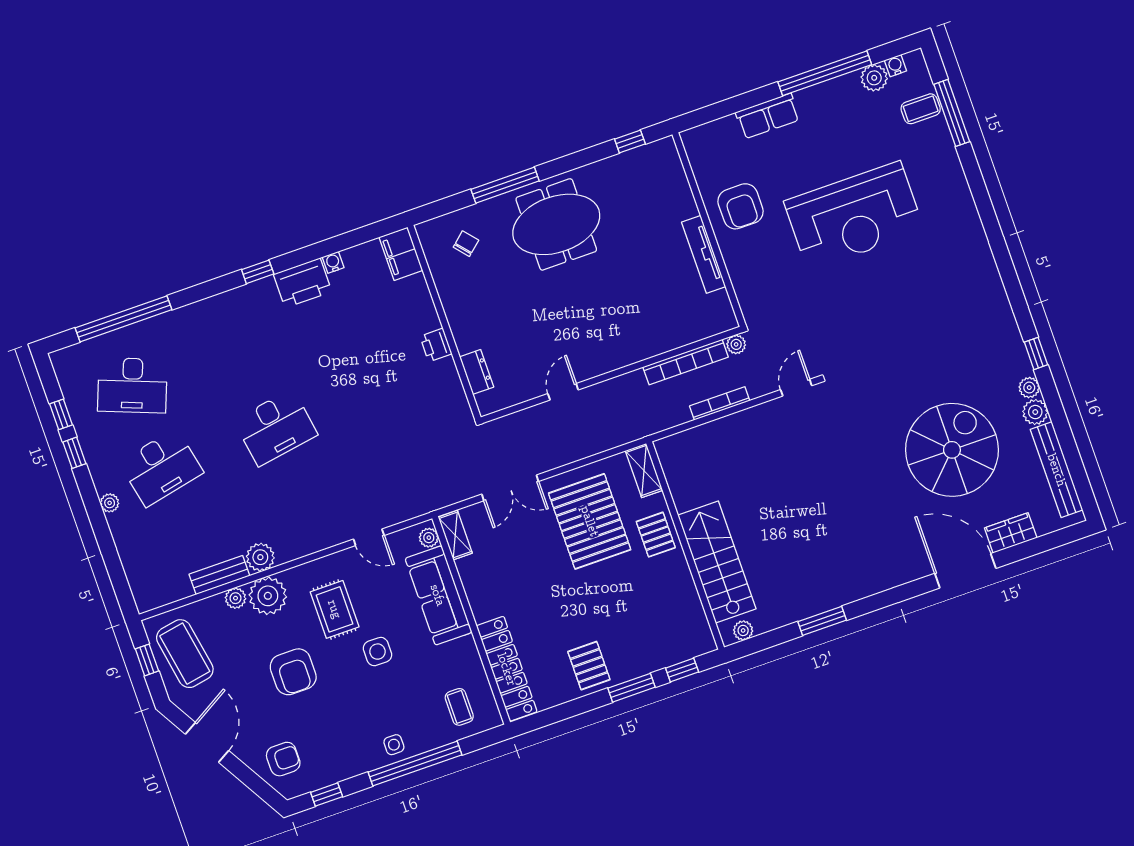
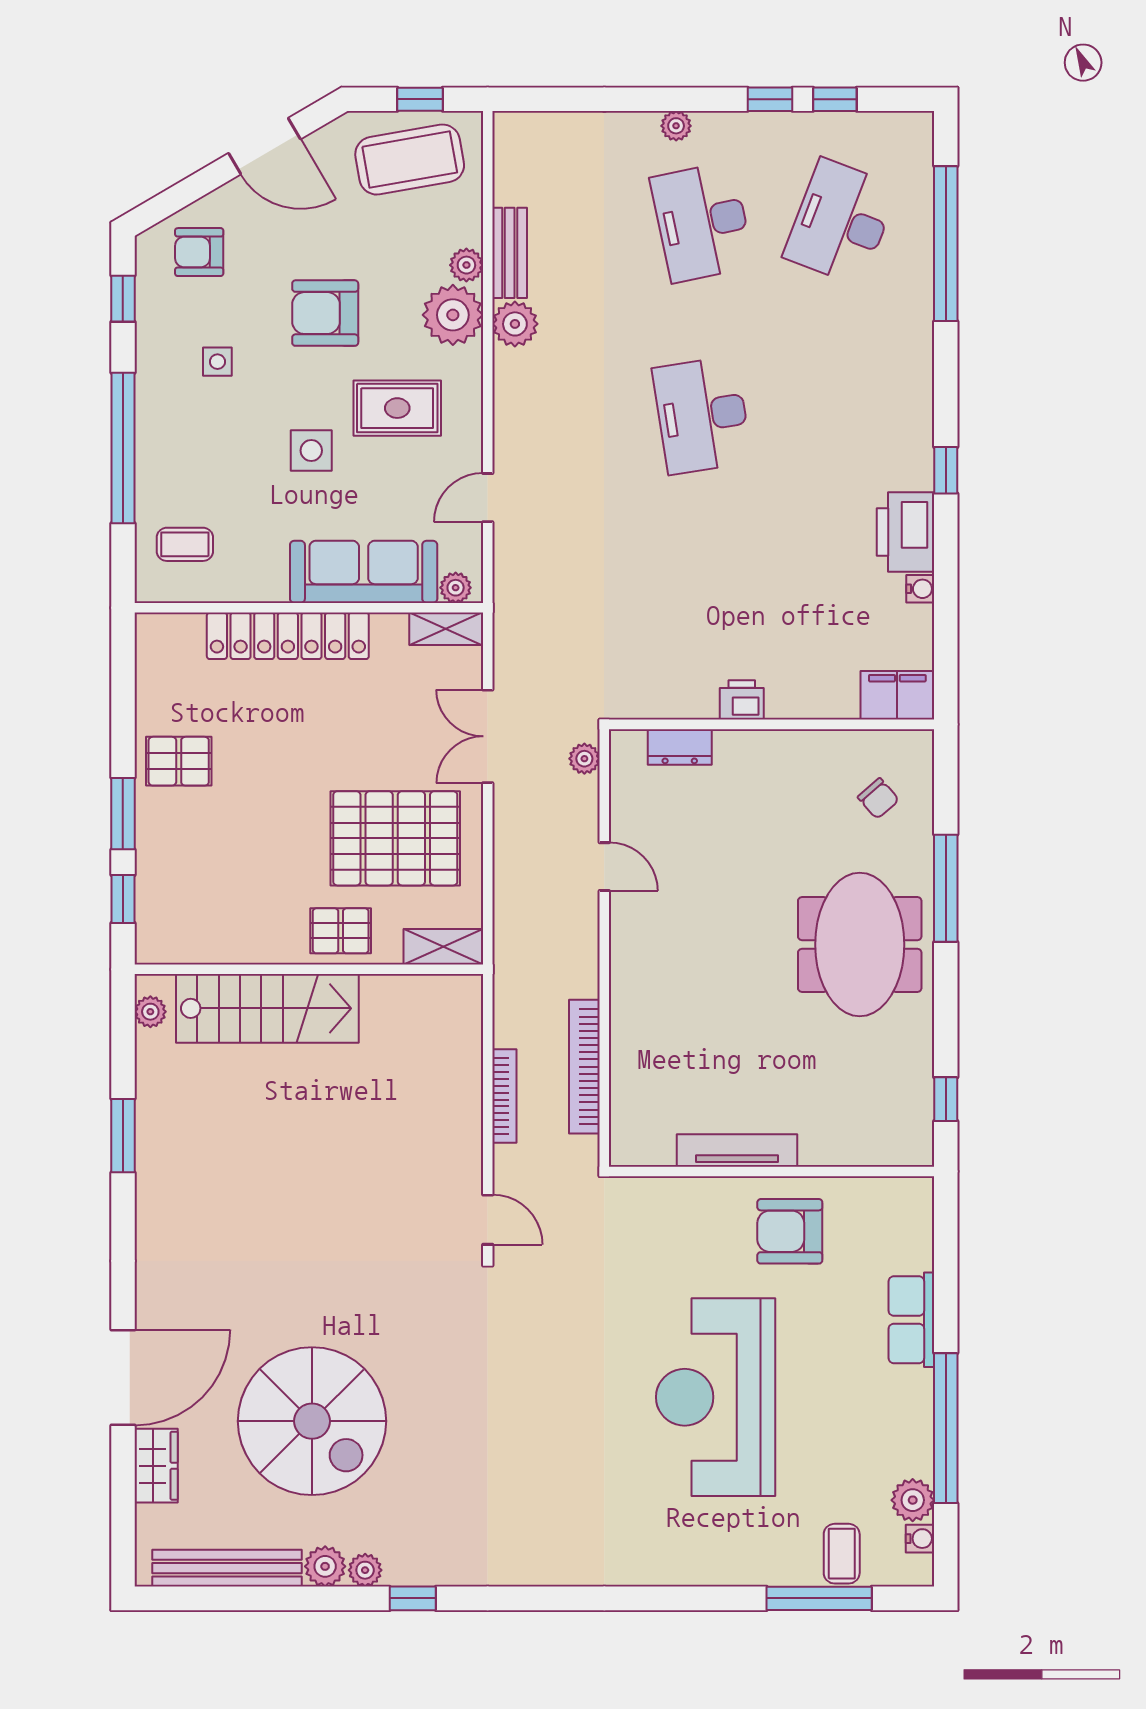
plant: (736, 344) -> (584, 759), moved
locker: (507, 669) -> (288, 636), moved
side table: (394, 745) -> (217, 362), moved
armchair: (283, 759) -> (199, 252), turned 90

